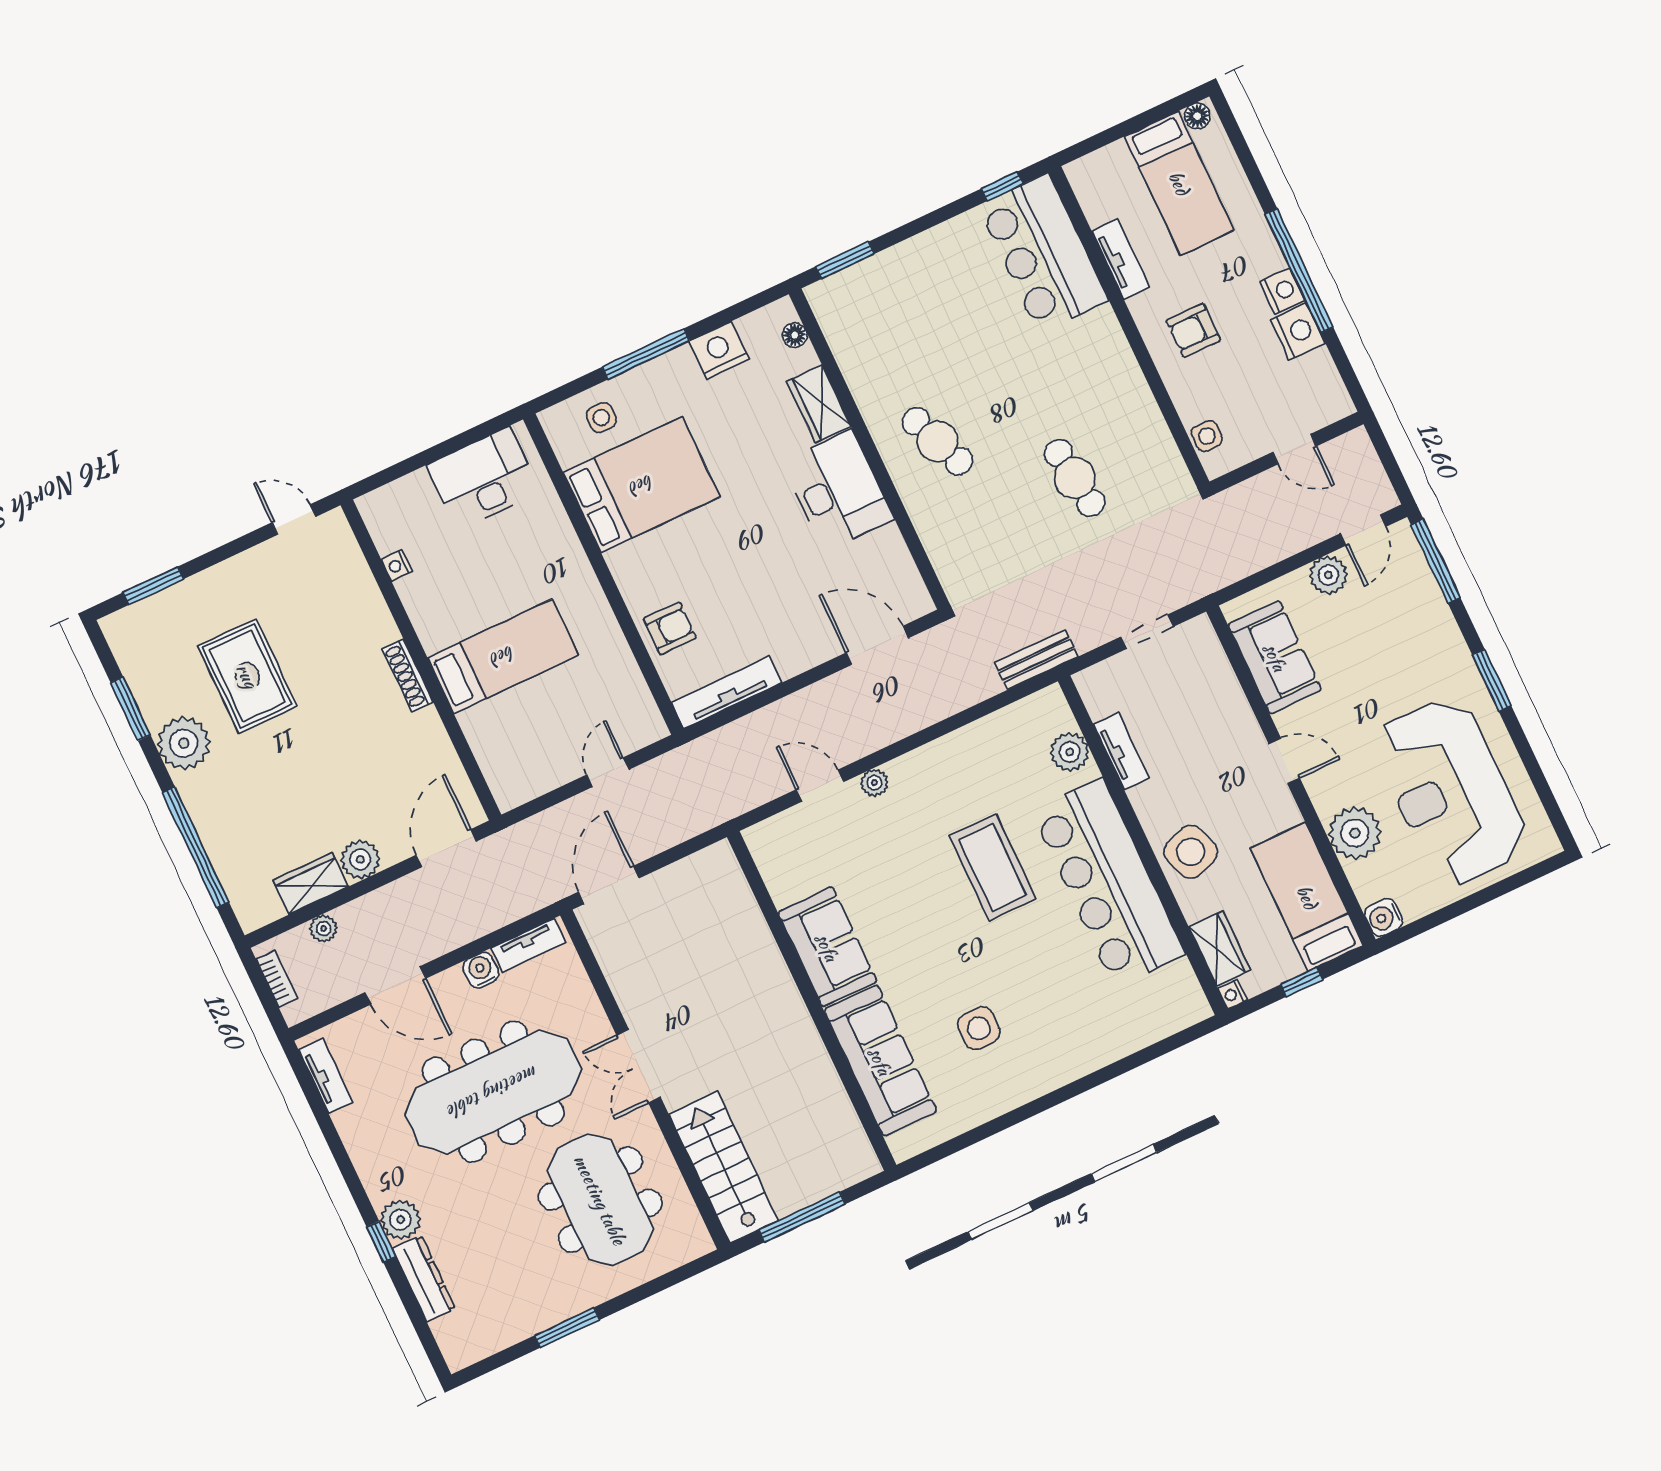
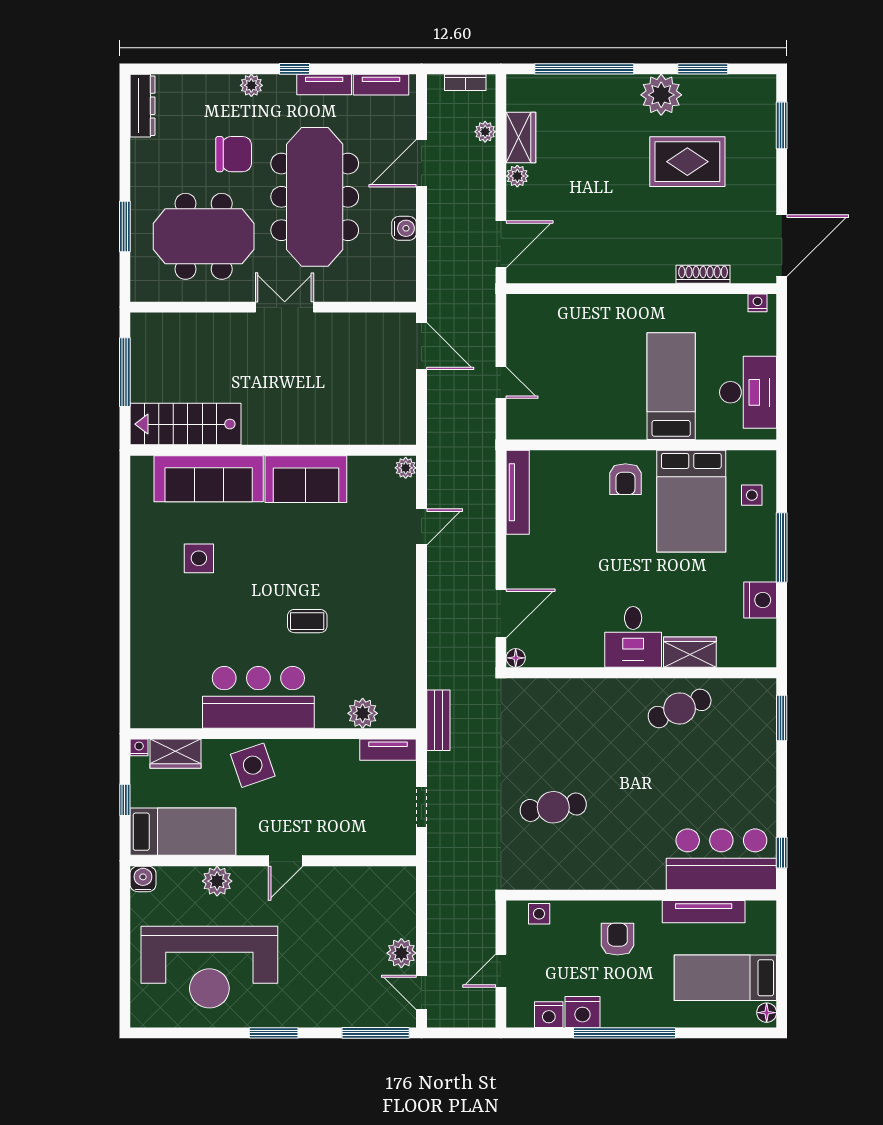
tv unit: (1121, 259) -> (704, 912), width x1.41
nightstand: (1282, 291) -> (549, 1015), moved
floor lamp: (795, 335) -> (516, 658), moved
cafe table: (938, 441) -> (680, 708), moved
desk: (838, 491) -> (633, 637), width x0.73
door: (294, 520) -> (782, 246), width x1.87
nightstand: (397, 565) -> (758, 303), moved
armchair: (670, 628) -> (625, 479), moved
bed: (503, 656) -> (671, 386), moved, turned 180
sofa: (1275, 657) -> (361, 888), removed
shoe rack: (408, 675) -> (703, 274), moved
tv unit: (1121, 751) -> (388, 750), moved
plant: (874, 783) -> (406, 468), moved
reception desk: (1450, 792) -> (209, 967), turned 180
plant: (1355, 833) -> (217, 881), width x0.73, depth x0.73
door: (446, 848) -> (501, 244), hinge flipped
plant: (360, 859) -> (517, 176), width x0.73, depth x0.73
coffee table: (993, 867) -> (307, 621), width x0.54, depth x0.58
bar counter: (1108, 882) -> (258, 697), width x0.73
tv unit: (528, 945) -> (324, 85), moved, turned -90
stairs: (724, 1167) -> (186, 424), moved, turned 180
chair: (488, 1210) -> (234, 154), added
plant: (400, 1220) -> (251, 85), width x0.73, depth x0.73
window: (381, 1242) -> (295, 69), moved
dresser: (424, 1279) -> (142, 106), moved, turned -90
window: (567, 1328) -> (125, 226), moved

